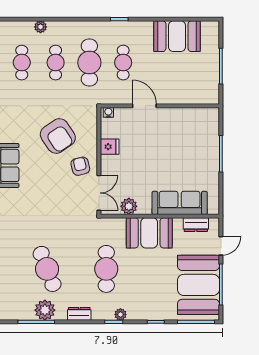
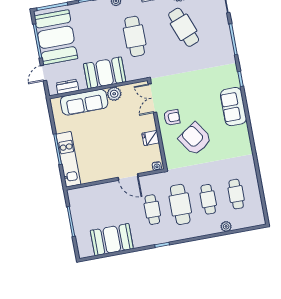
kitchen unit: (210, 140) -> (68, 159), added
armchair: (80, 166) -> (172, 117), turned -76
plant: (129, 206) -> (114, 94), moved

